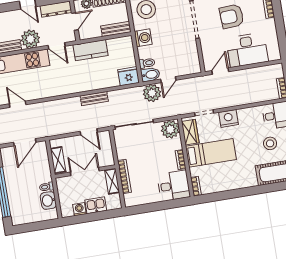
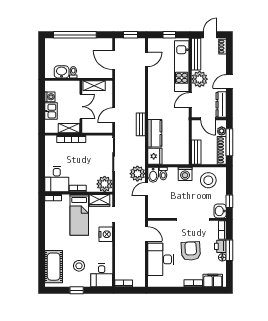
kitchen counter: (91, 50) -> (155, 133), moved, turned 180
door: (168, 80) -> (146, 189), hinge flipped

